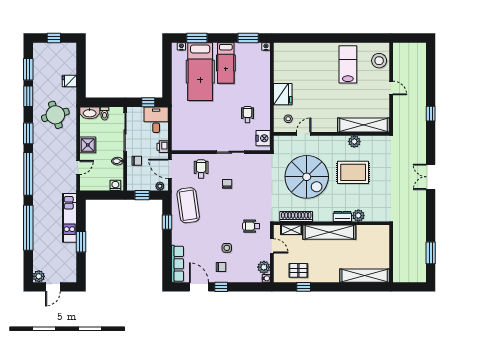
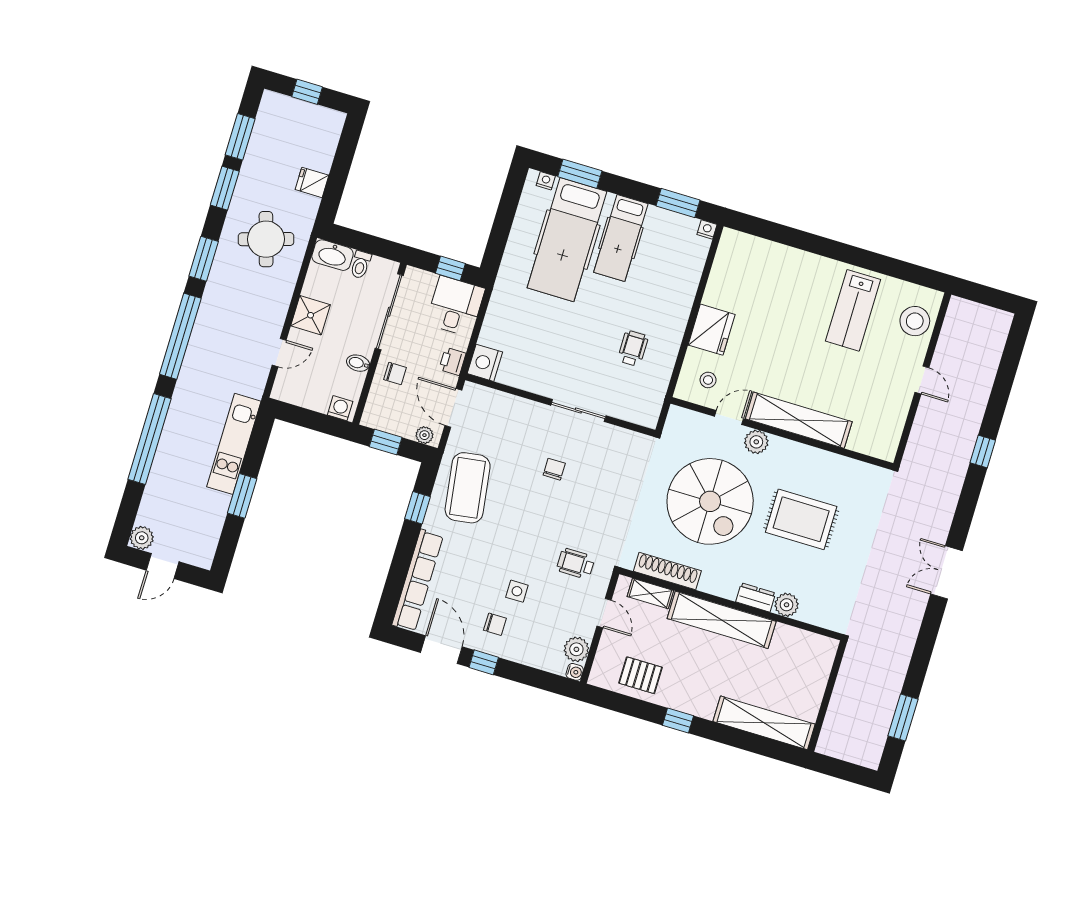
lab bench: (348, 64) -> (853, 310), turned 180
shelving: (363, 125) -> (799, 420), moved
nightstand: (263, 138) -> (485, 363), moved, turned 180
plant: (354, 142) -> (756, 442), moved
wheelchair: (201, 169) -> (513, 426), removed
row of seats: (177, 264) -> (418, 580), width x1.36
window: (304, 287) -> (678, 721), moved

